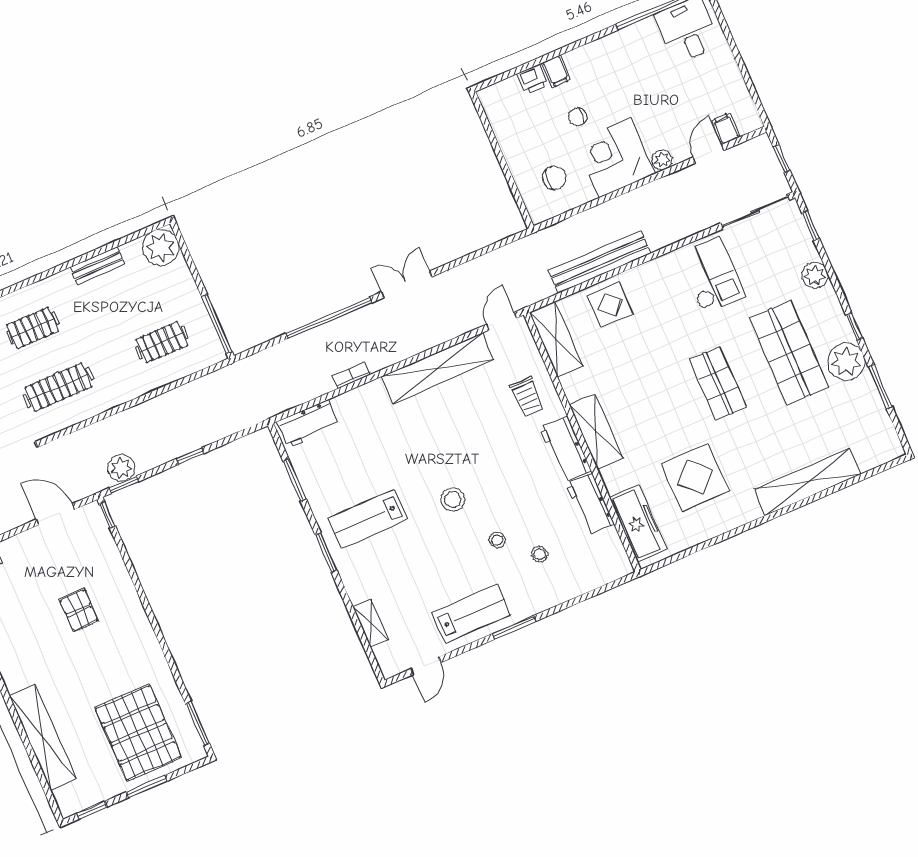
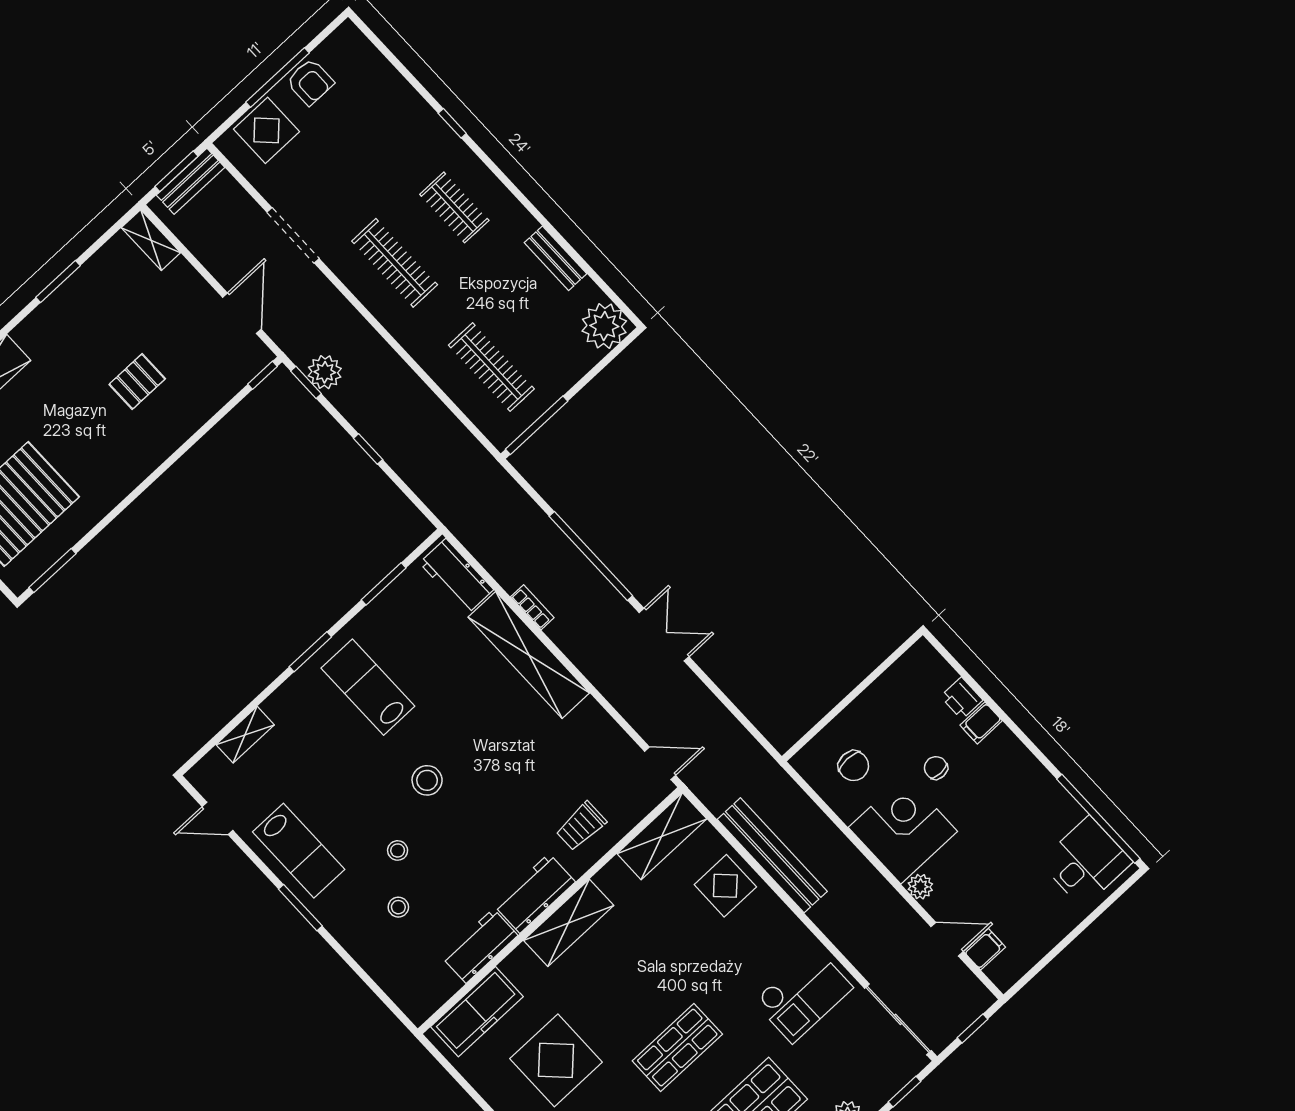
clothes rail: (162, 342) -> (491, 367), width x1.36
shelving: (438, 368) -> (529, 655), moved

